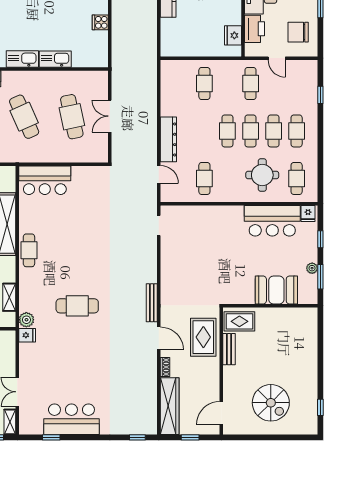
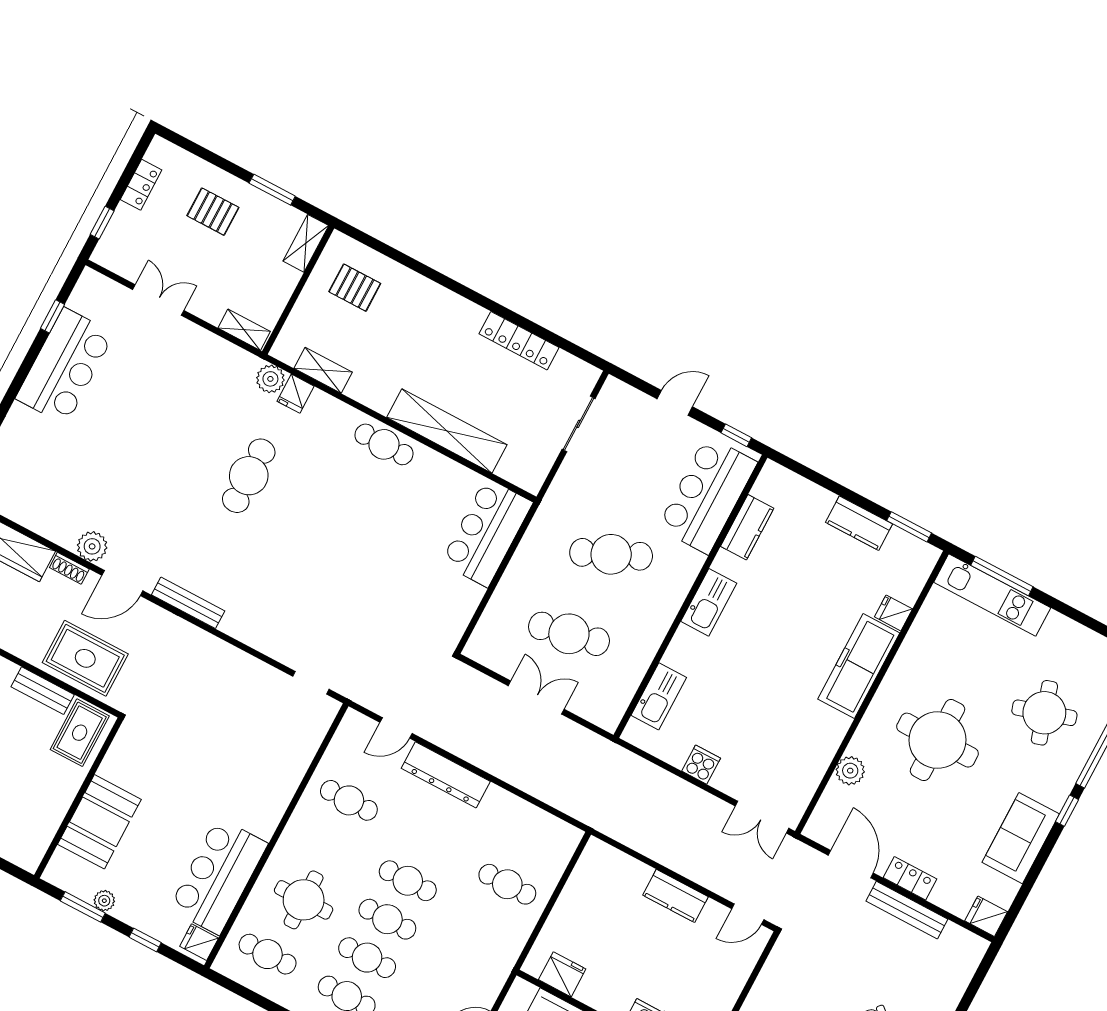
kitchen sink: (55, 59) -> (659, 696), moved
cafe table: (251, 83) -> (467, 961), removed
fridge: (27, 335) -> (296, 394), moved
plant: (149, 362) -> (92, 546), added
shelving: (10, 422) -> (244, 330), moved

